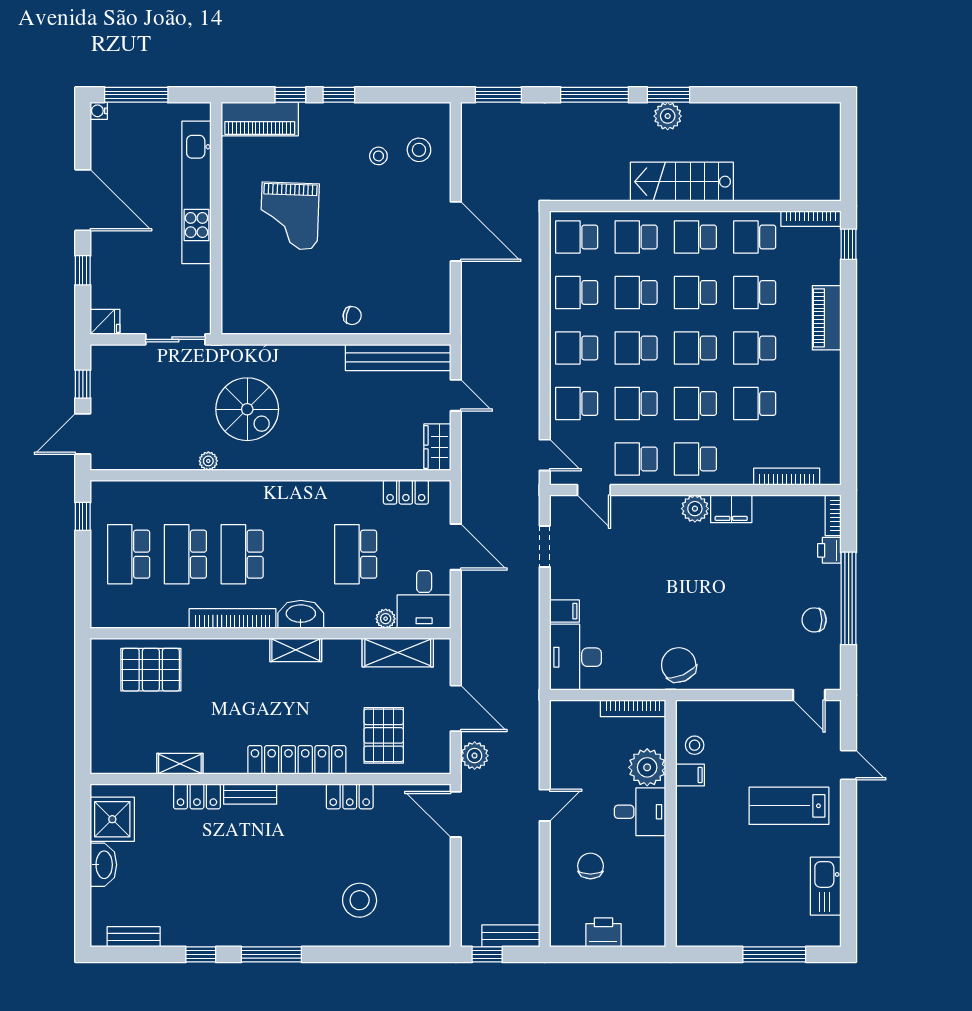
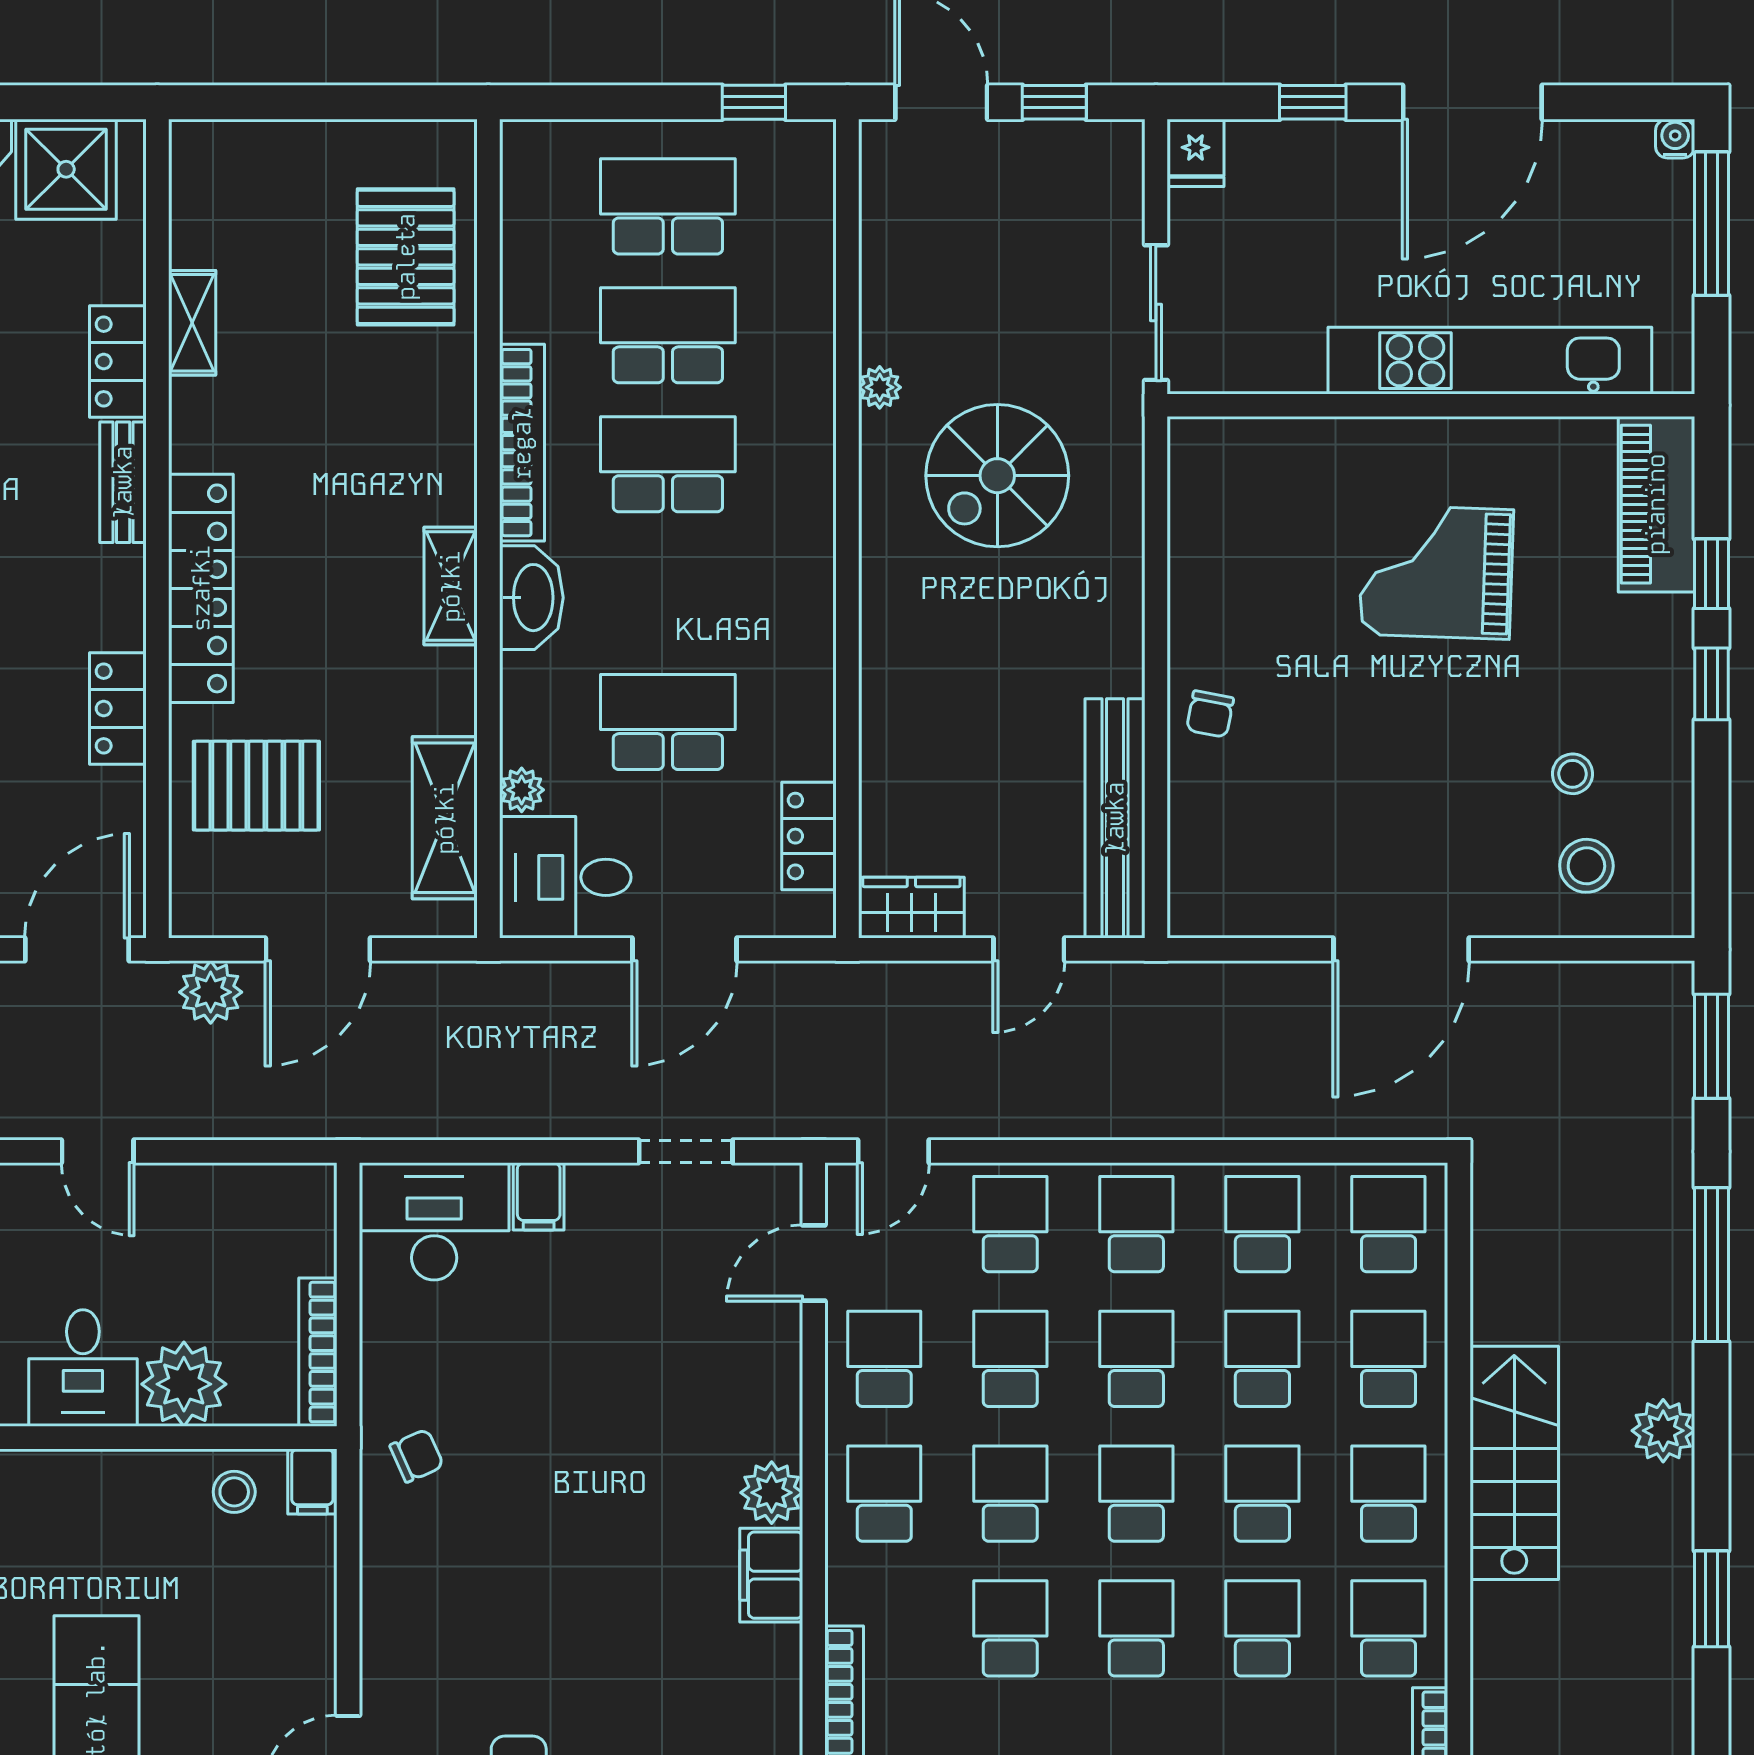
window: (668, 95) -> (1711, 1599), moved
chair: (679, 665) -> (417, 1456), width x0.54, depth x0.54
filing cabinet: (690, 775) -> (312, 1481), moved

